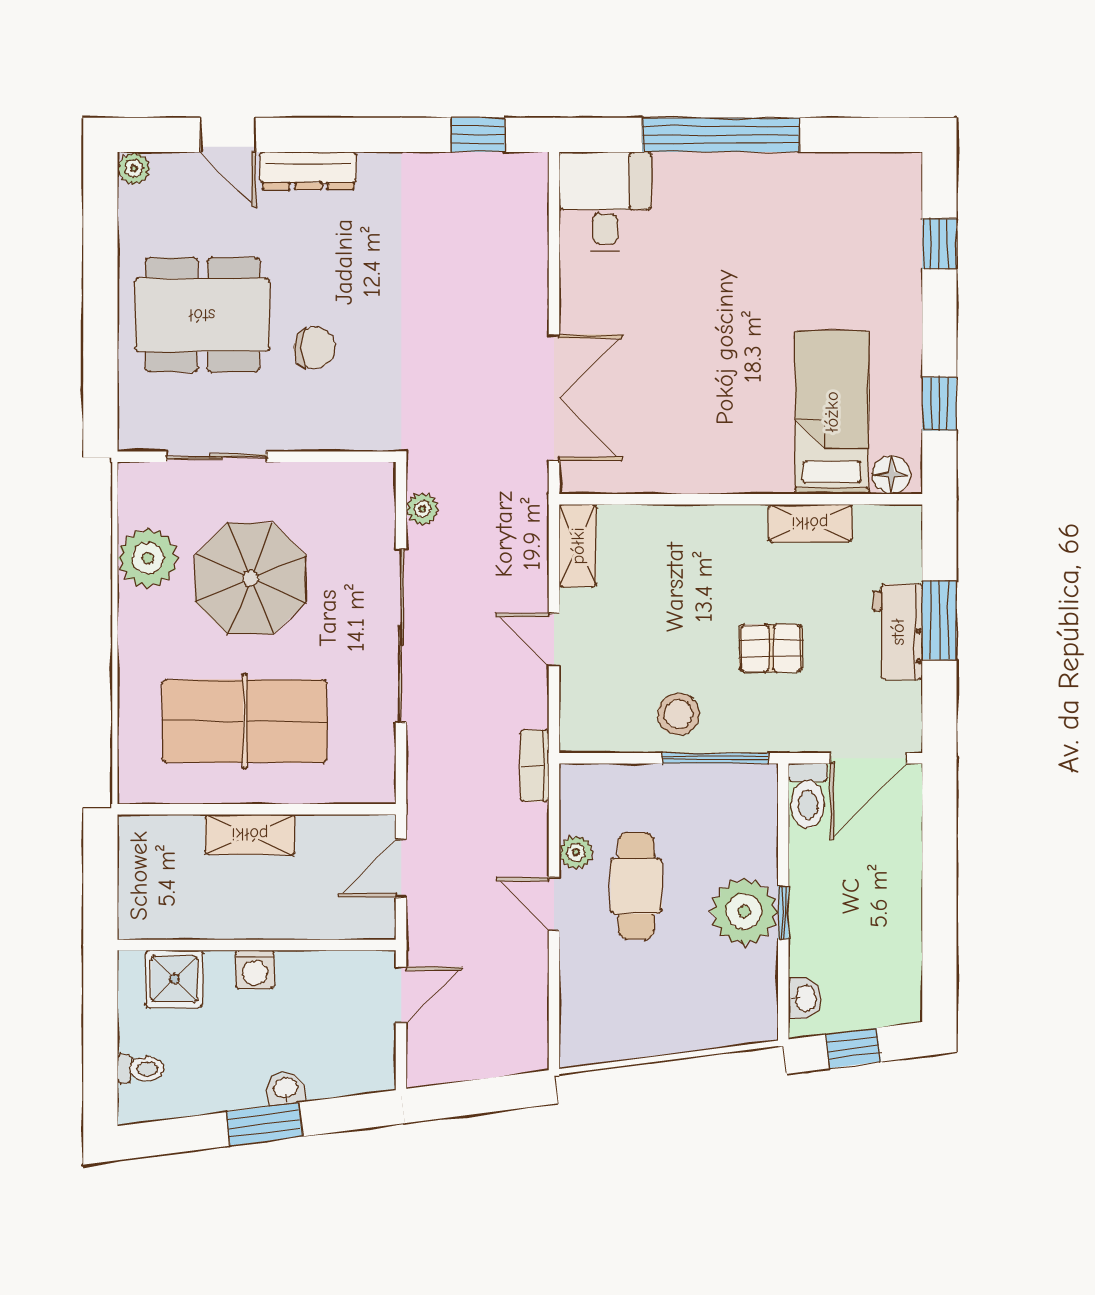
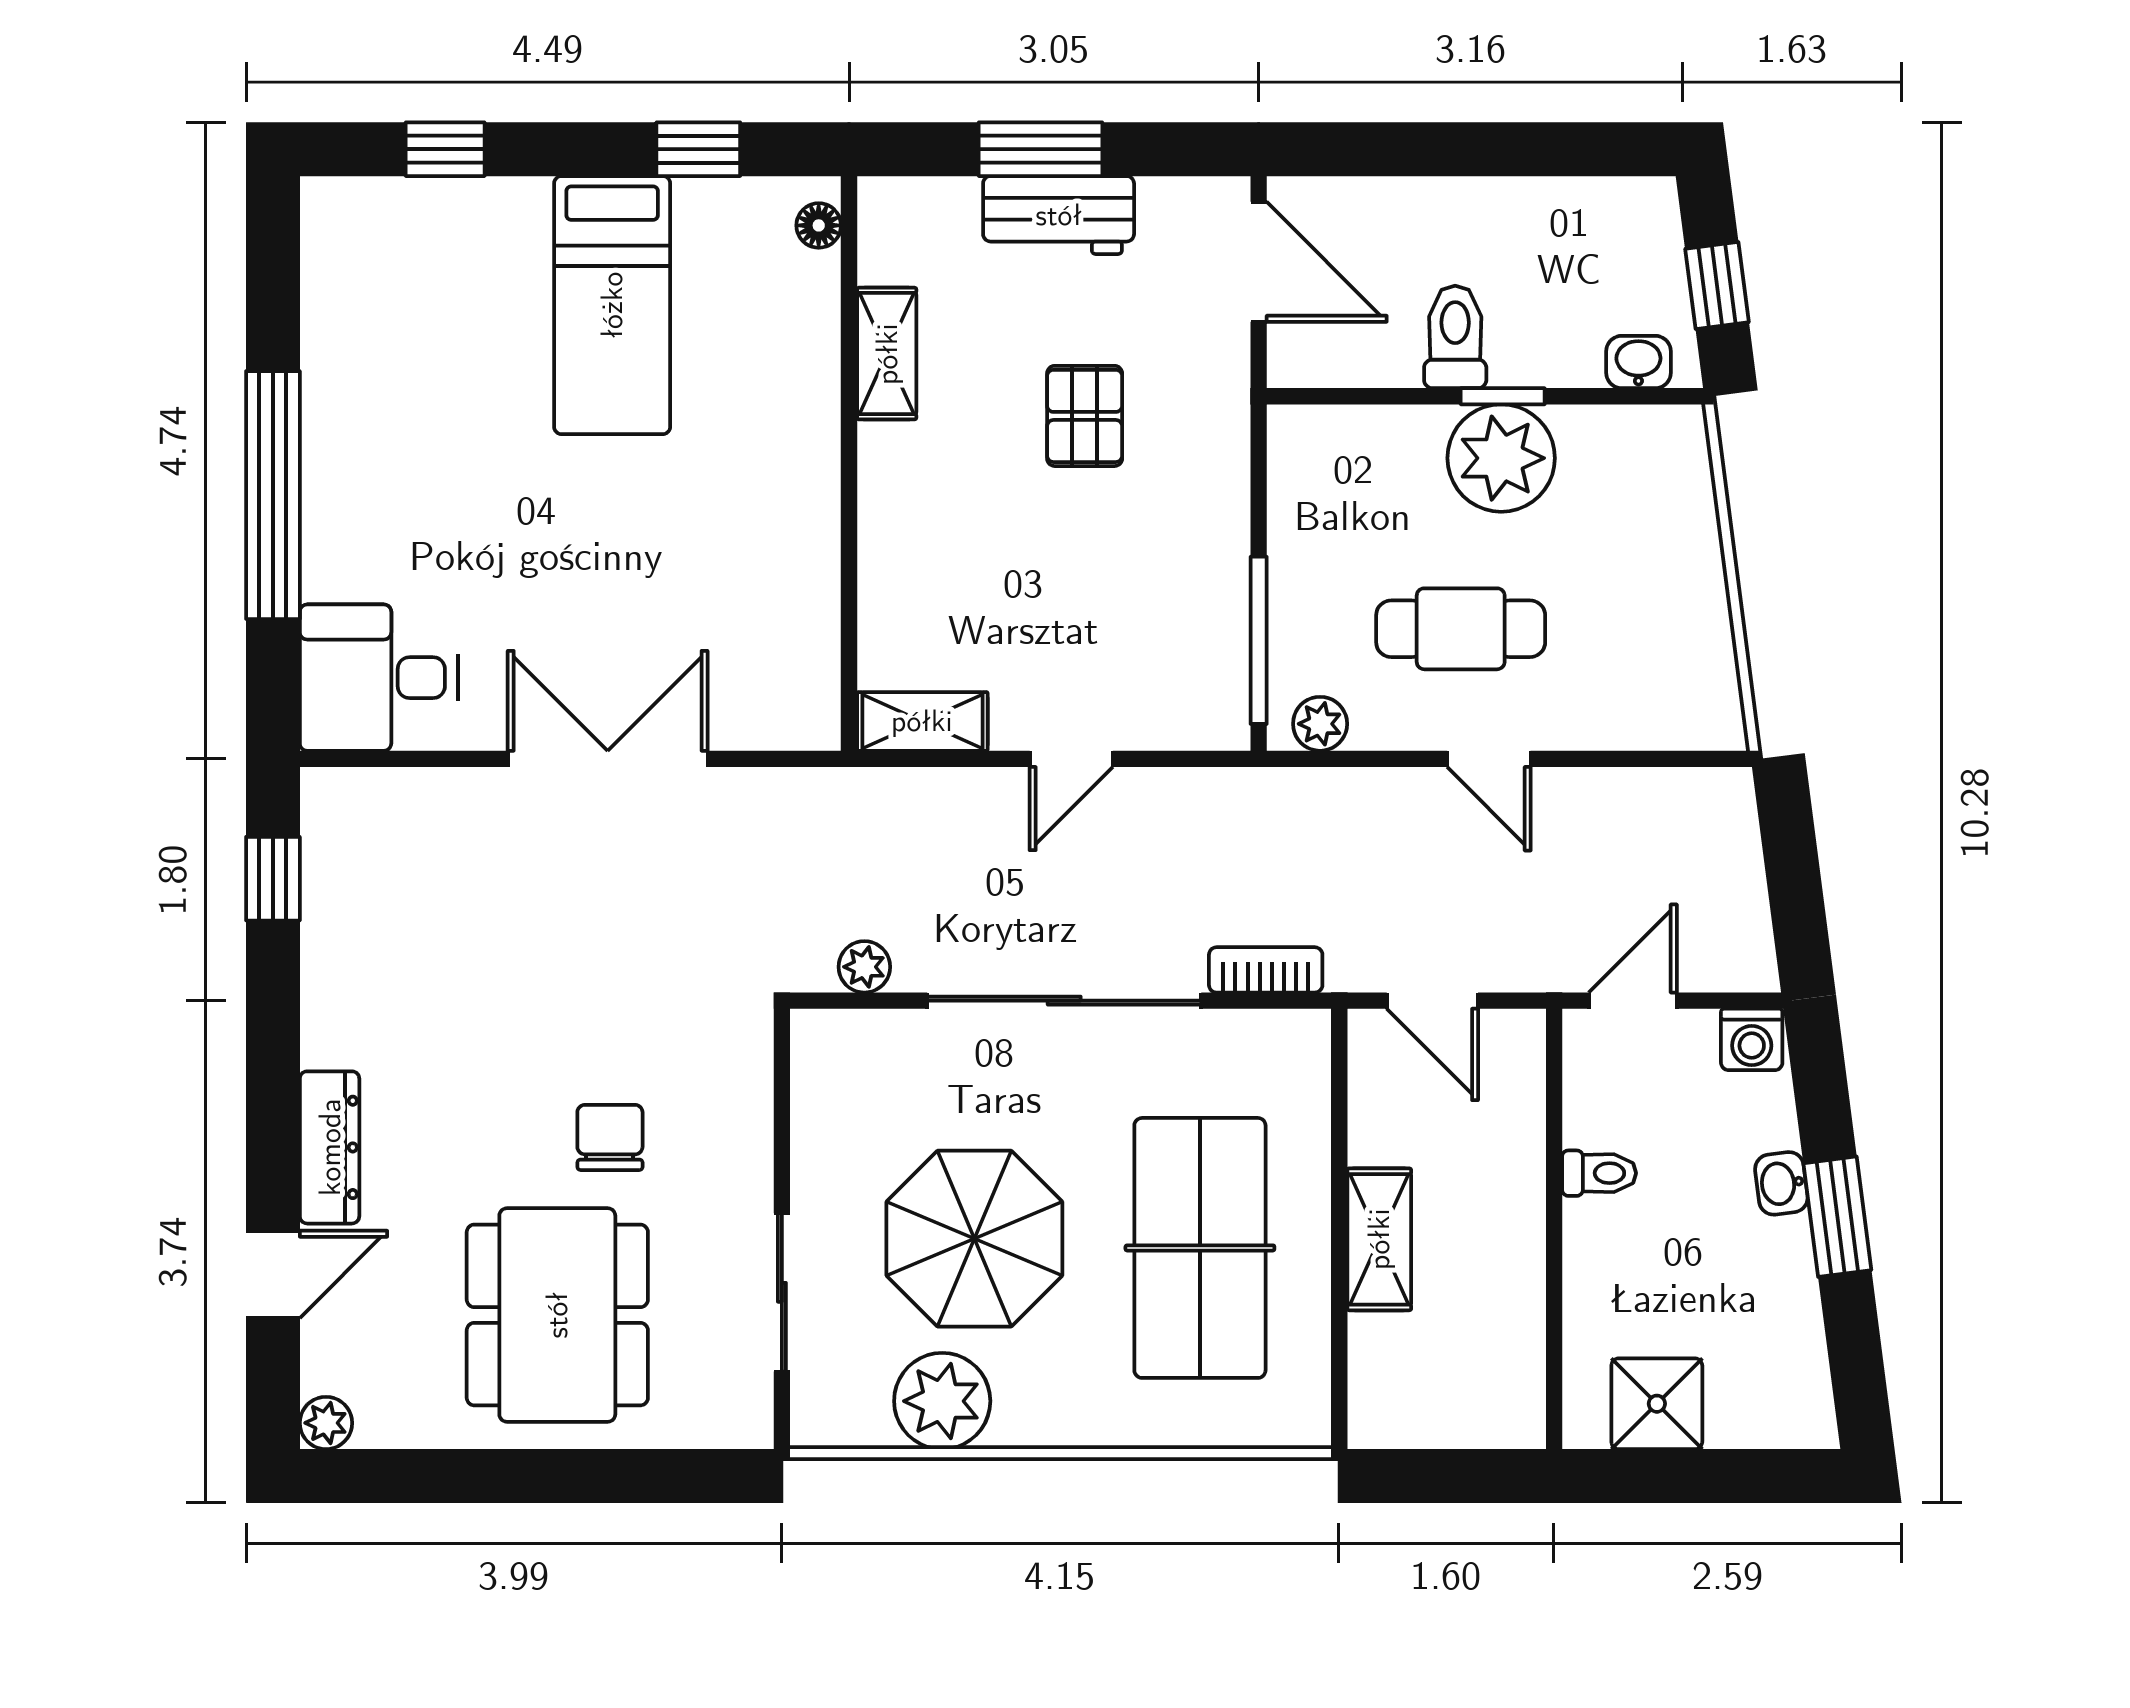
double door: (554, 398) -> (608, 759), moved
bed: (832, 412) -> (612, 305), moved, turned -90
floor lamp: (891, 475) -> (819, 225), width x0.73, depth x0.73
stool: (678, 714) -> (1189, 562), removed
window: (715, 758) -> (1259, 640), moved
bookcase: (534, 766) -> (1266, 970), moved, turned 180
toilet: (808, 796) -> (1455, 337), moved, turned -90
plant: (576, 852) -> (1320, 724), moved
door: (554, 904) -> (1489, 759), hinge flipped
washing machine: (255, 970) -> (1752, 1039), moved, turned 90
shower: (174, 979) -> (1657, 1404), moved
door: (401, 995) -> (1633, 1001), hinge flipped
toilet: (141, 1069) -> (1599, 1173), moved, turned 90

